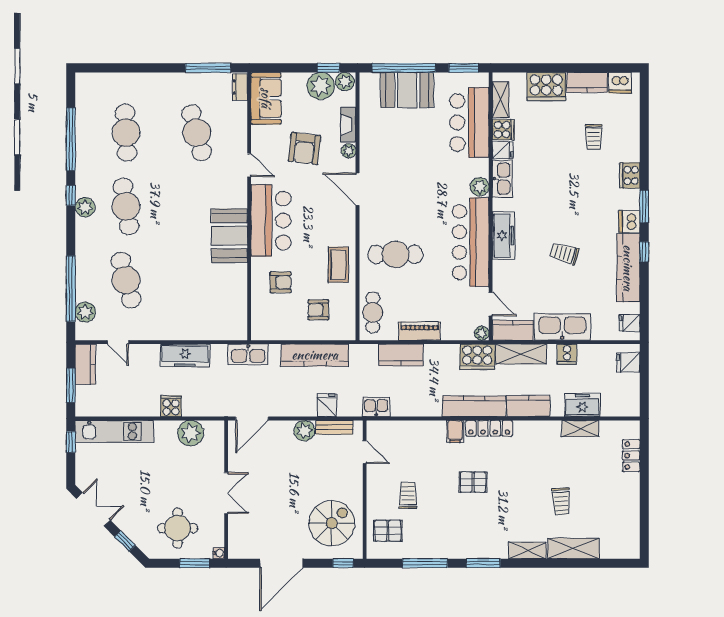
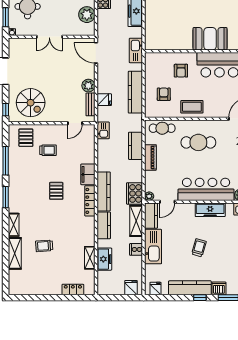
cafe table: (396, 254) -> (198, 142), turned 90
filing cabinet: (455, 431) -> (88, 174), width x2.00

